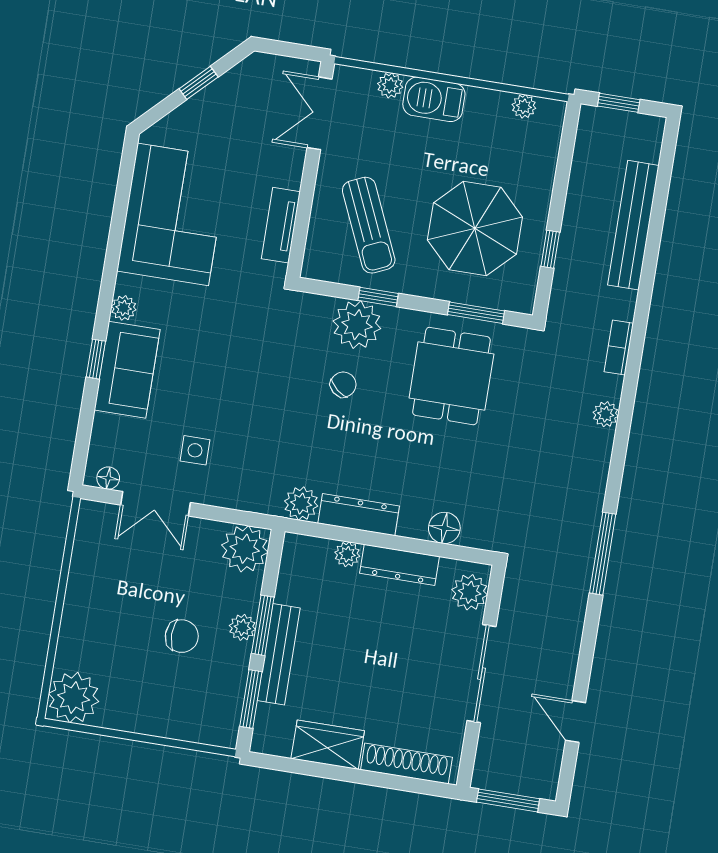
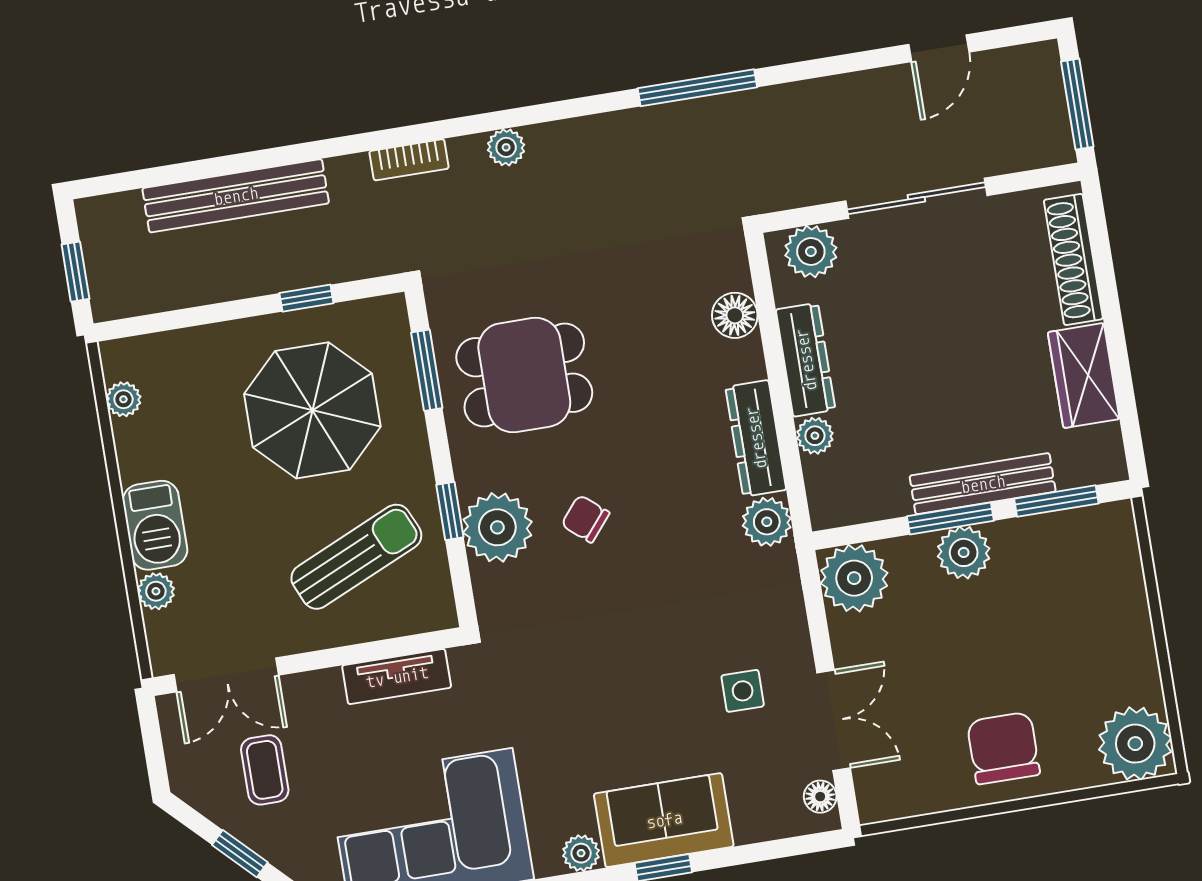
coffee table: (248, 118) -> (265, 770), added
plant: (242, 627) -> (964, 552), width x1.38, depth x1.38
chair: (182, 636) -> (1003, 748), moved, width x1.37, depth x1.37

